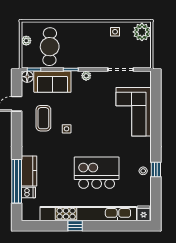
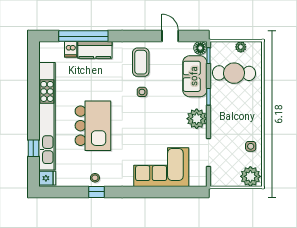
plant: (86, 76) -> (197, 119), width x1.87, depth x1.87
coffee table: (43, 118) -> (141, 62), moved, turned 90
window: (75, 226) -> (33, 148), moved

